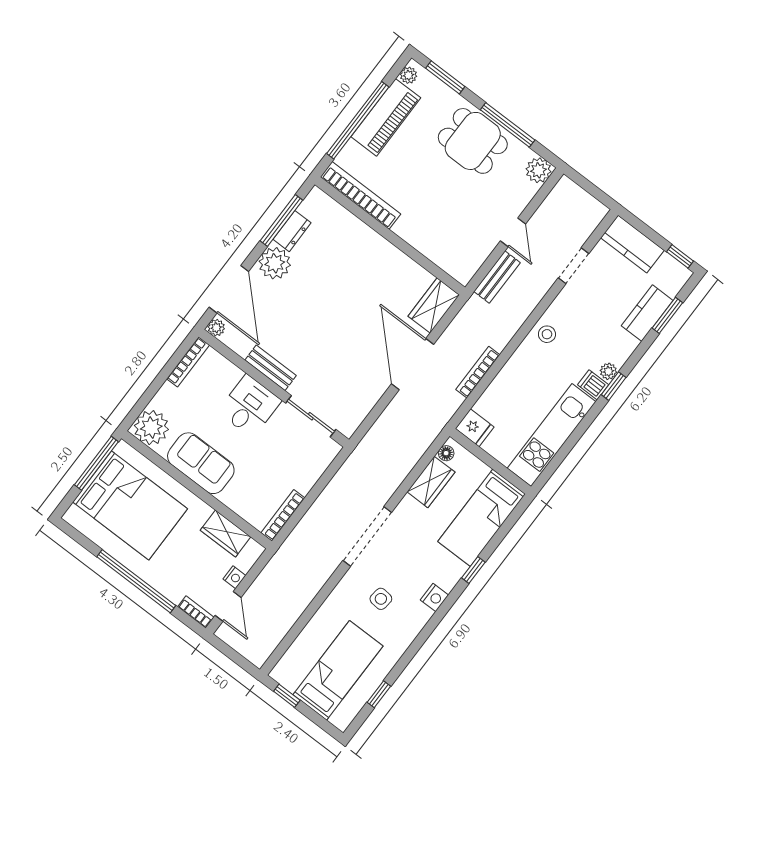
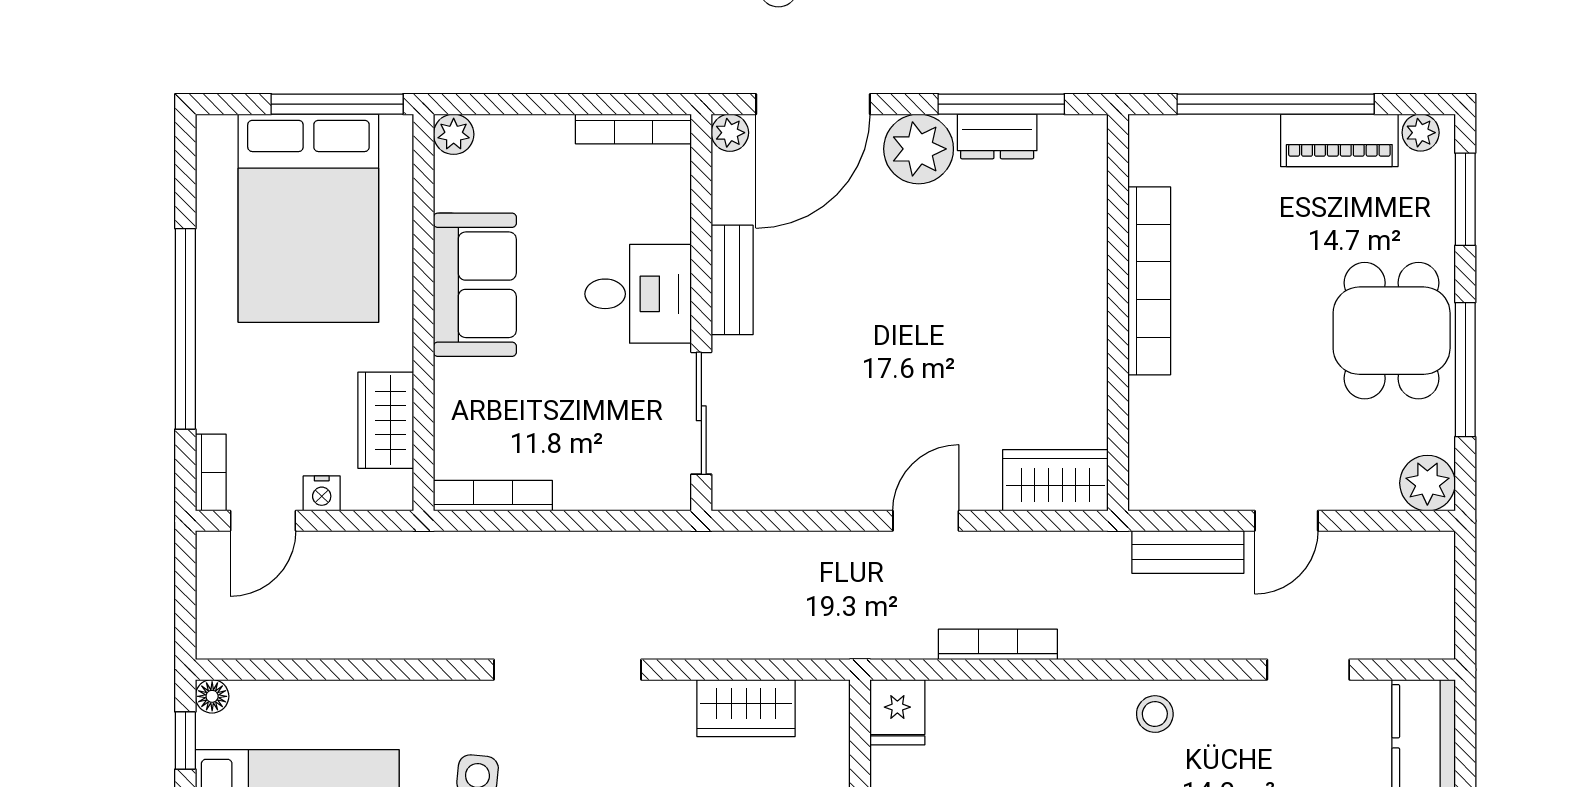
piano: (386, 117) -> (1339, 140), width x0.73, depth x0.75
bookcase: (361, 195) -> (1149, 281), moved
door: (413, 364) -> (926, 521), width x0.53
plant: (151, 428) -> (454, 134), width x0.53, depth x0.53
floor lamp: (446, 453) -> (212, 696), moved

